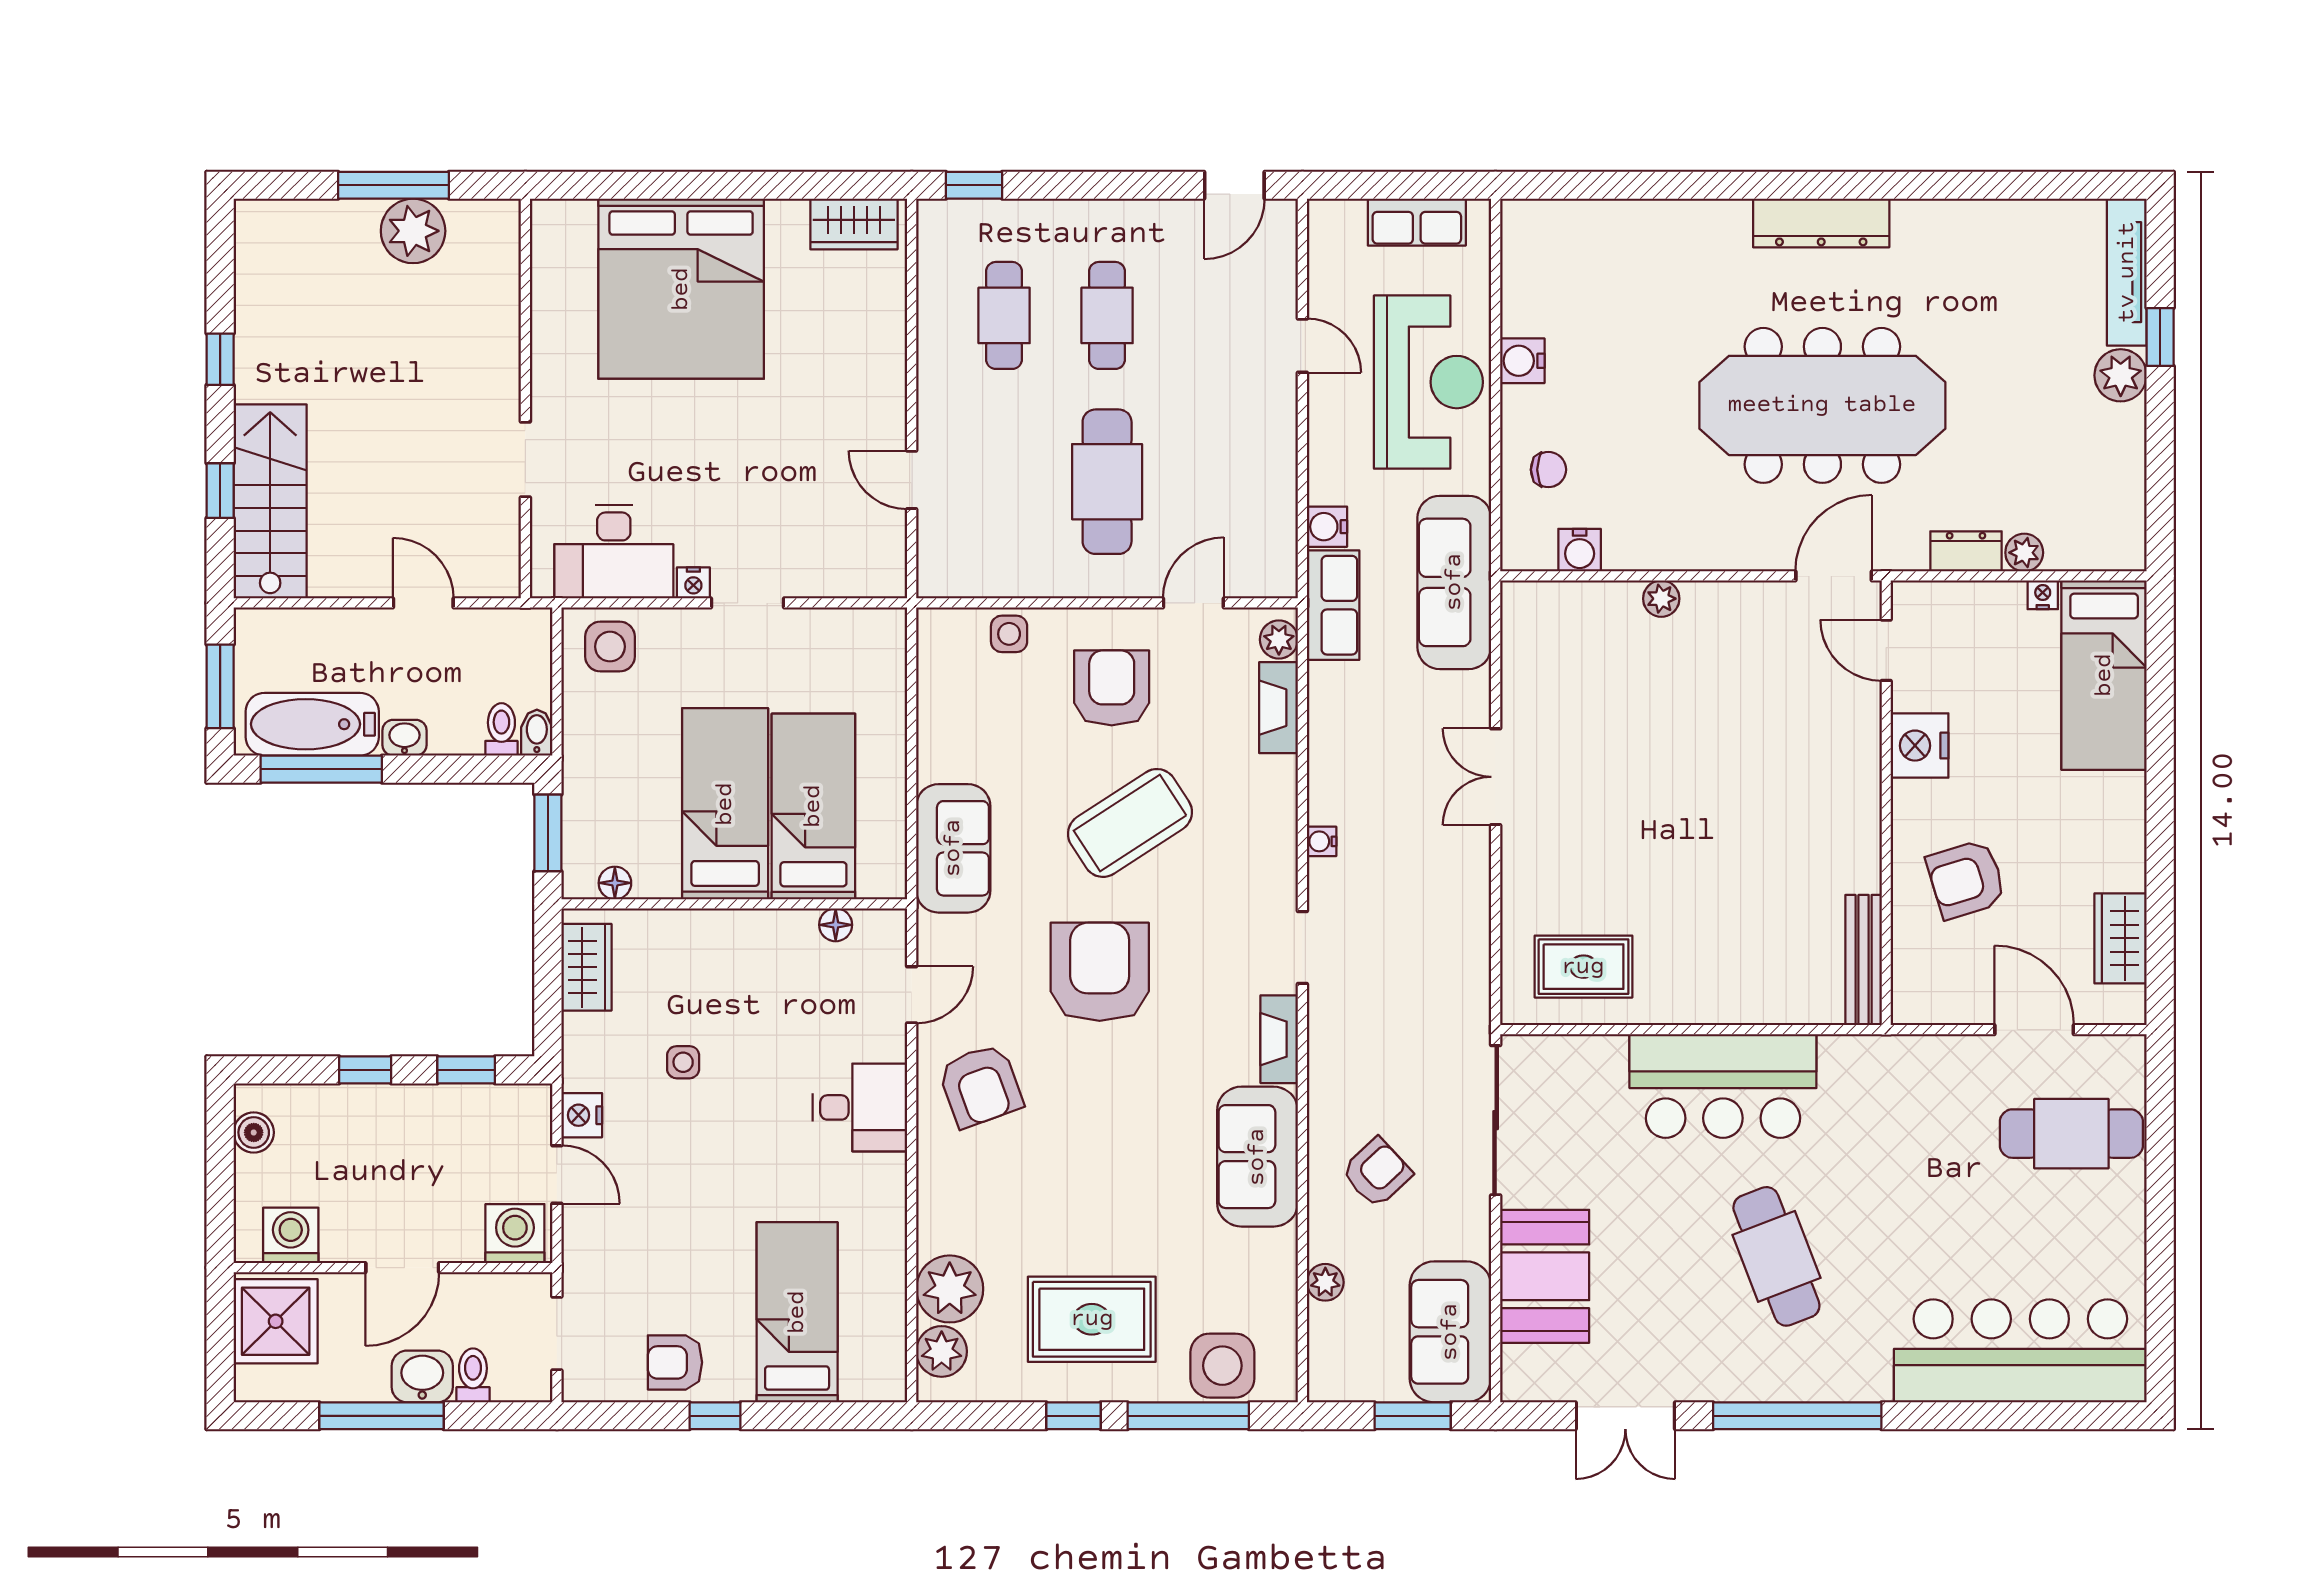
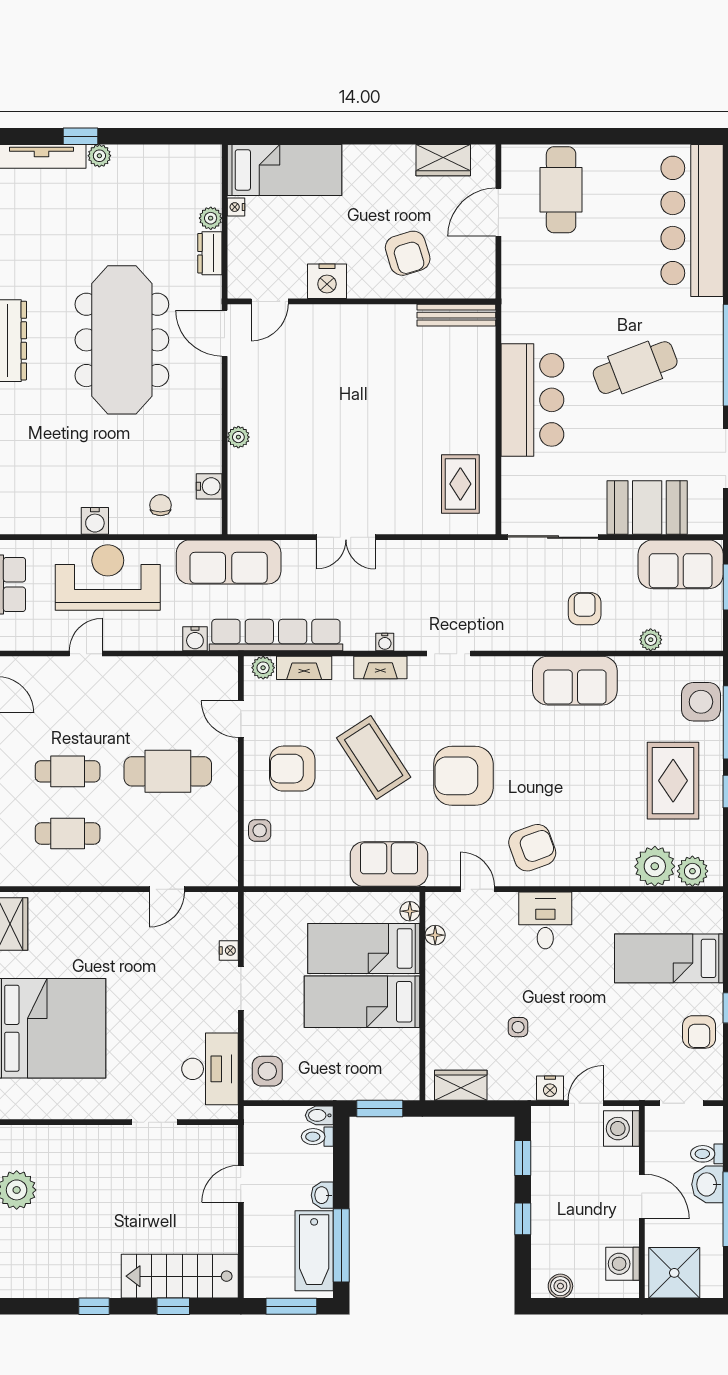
plant: (2121, 375) -> (99, 156), width x0.73, depth x0.73
nightstand: (693, 583) -> (229, 951), moved
row of seats: (1333, 605) -> (276, 635), width x2.02
floor lamp: (615, 883) -> (410, 911), moved
fireplace: (1279, 1039) -> (380, 668), moved
armchair: (1377, 1173) -> (585, 609), turned 43

